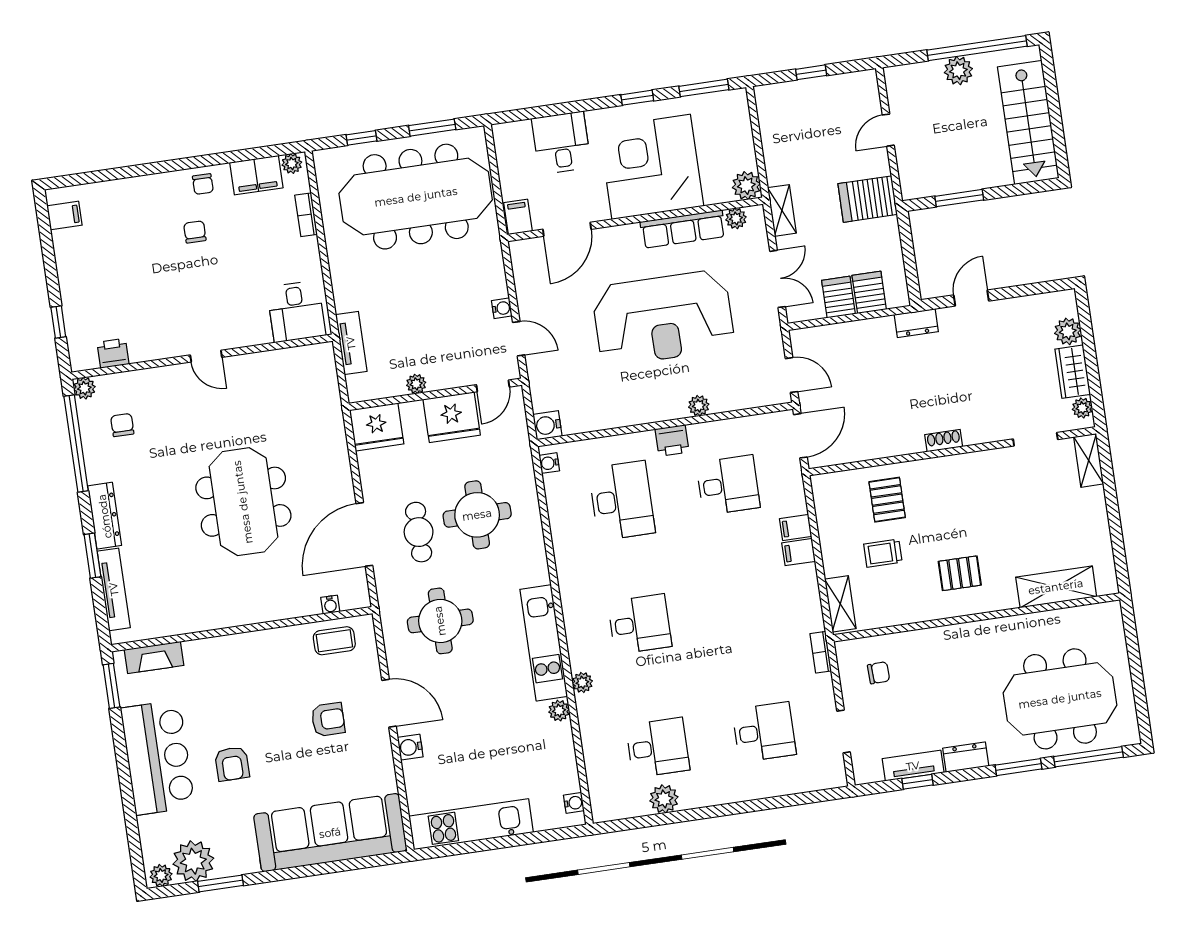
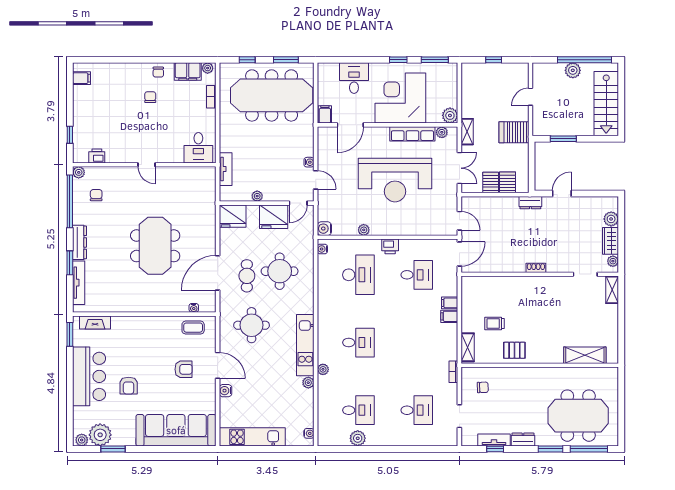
plant: (699, 406) -> (364, 230), moved
pallet: (887, 500) -> (501, 295), removed
pallet: (960, 573) -> (514, 350), moved

